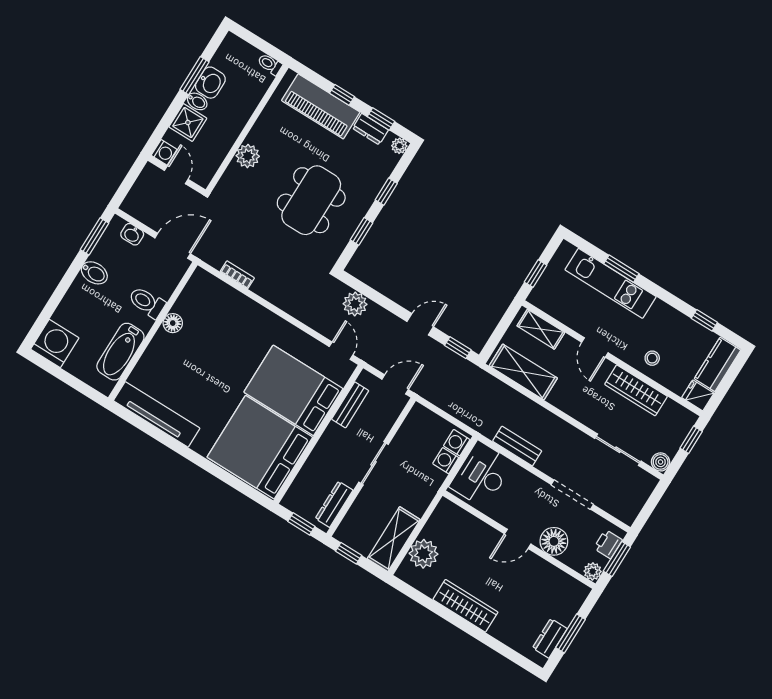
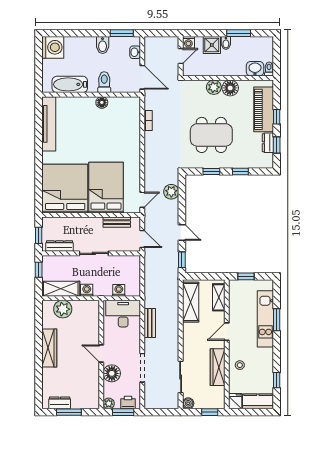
washbasin: (210, 83) -> (255, 69), moved, turned 180
floor lamp: (263, 134) -> (230, 88), added
plant: (399, 146) -> (269, 163), removed
washing machine: (457, 443) -> (87, 290), moved

